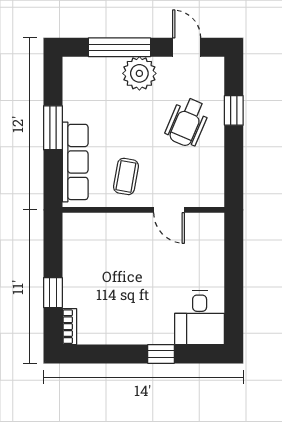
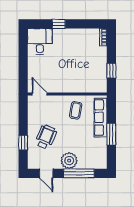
door: (169, 210) -> (40, 94), moved
window: (53, 293) -> (111, 71), moved

